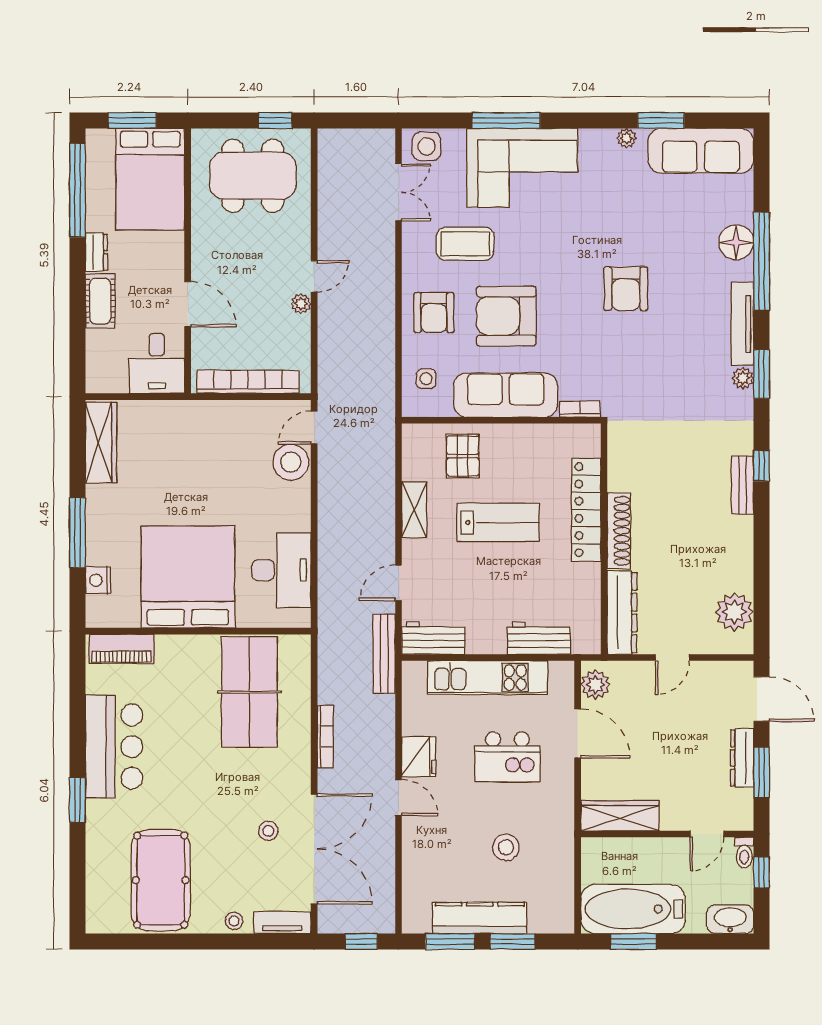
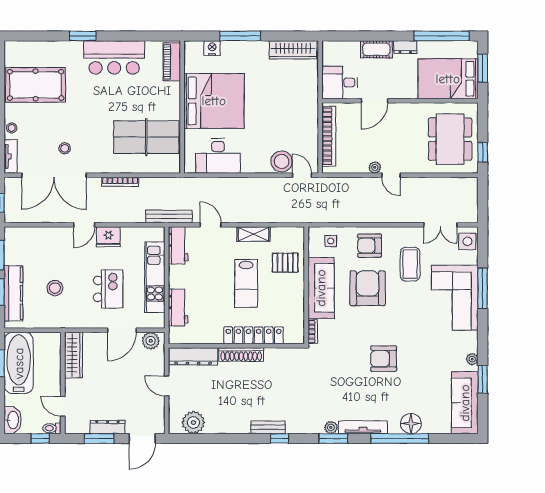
kitchen island: (507, 757) -> (108, 289), turned 180
kitchen counter: (480, 918) -> (13, 293), moved

